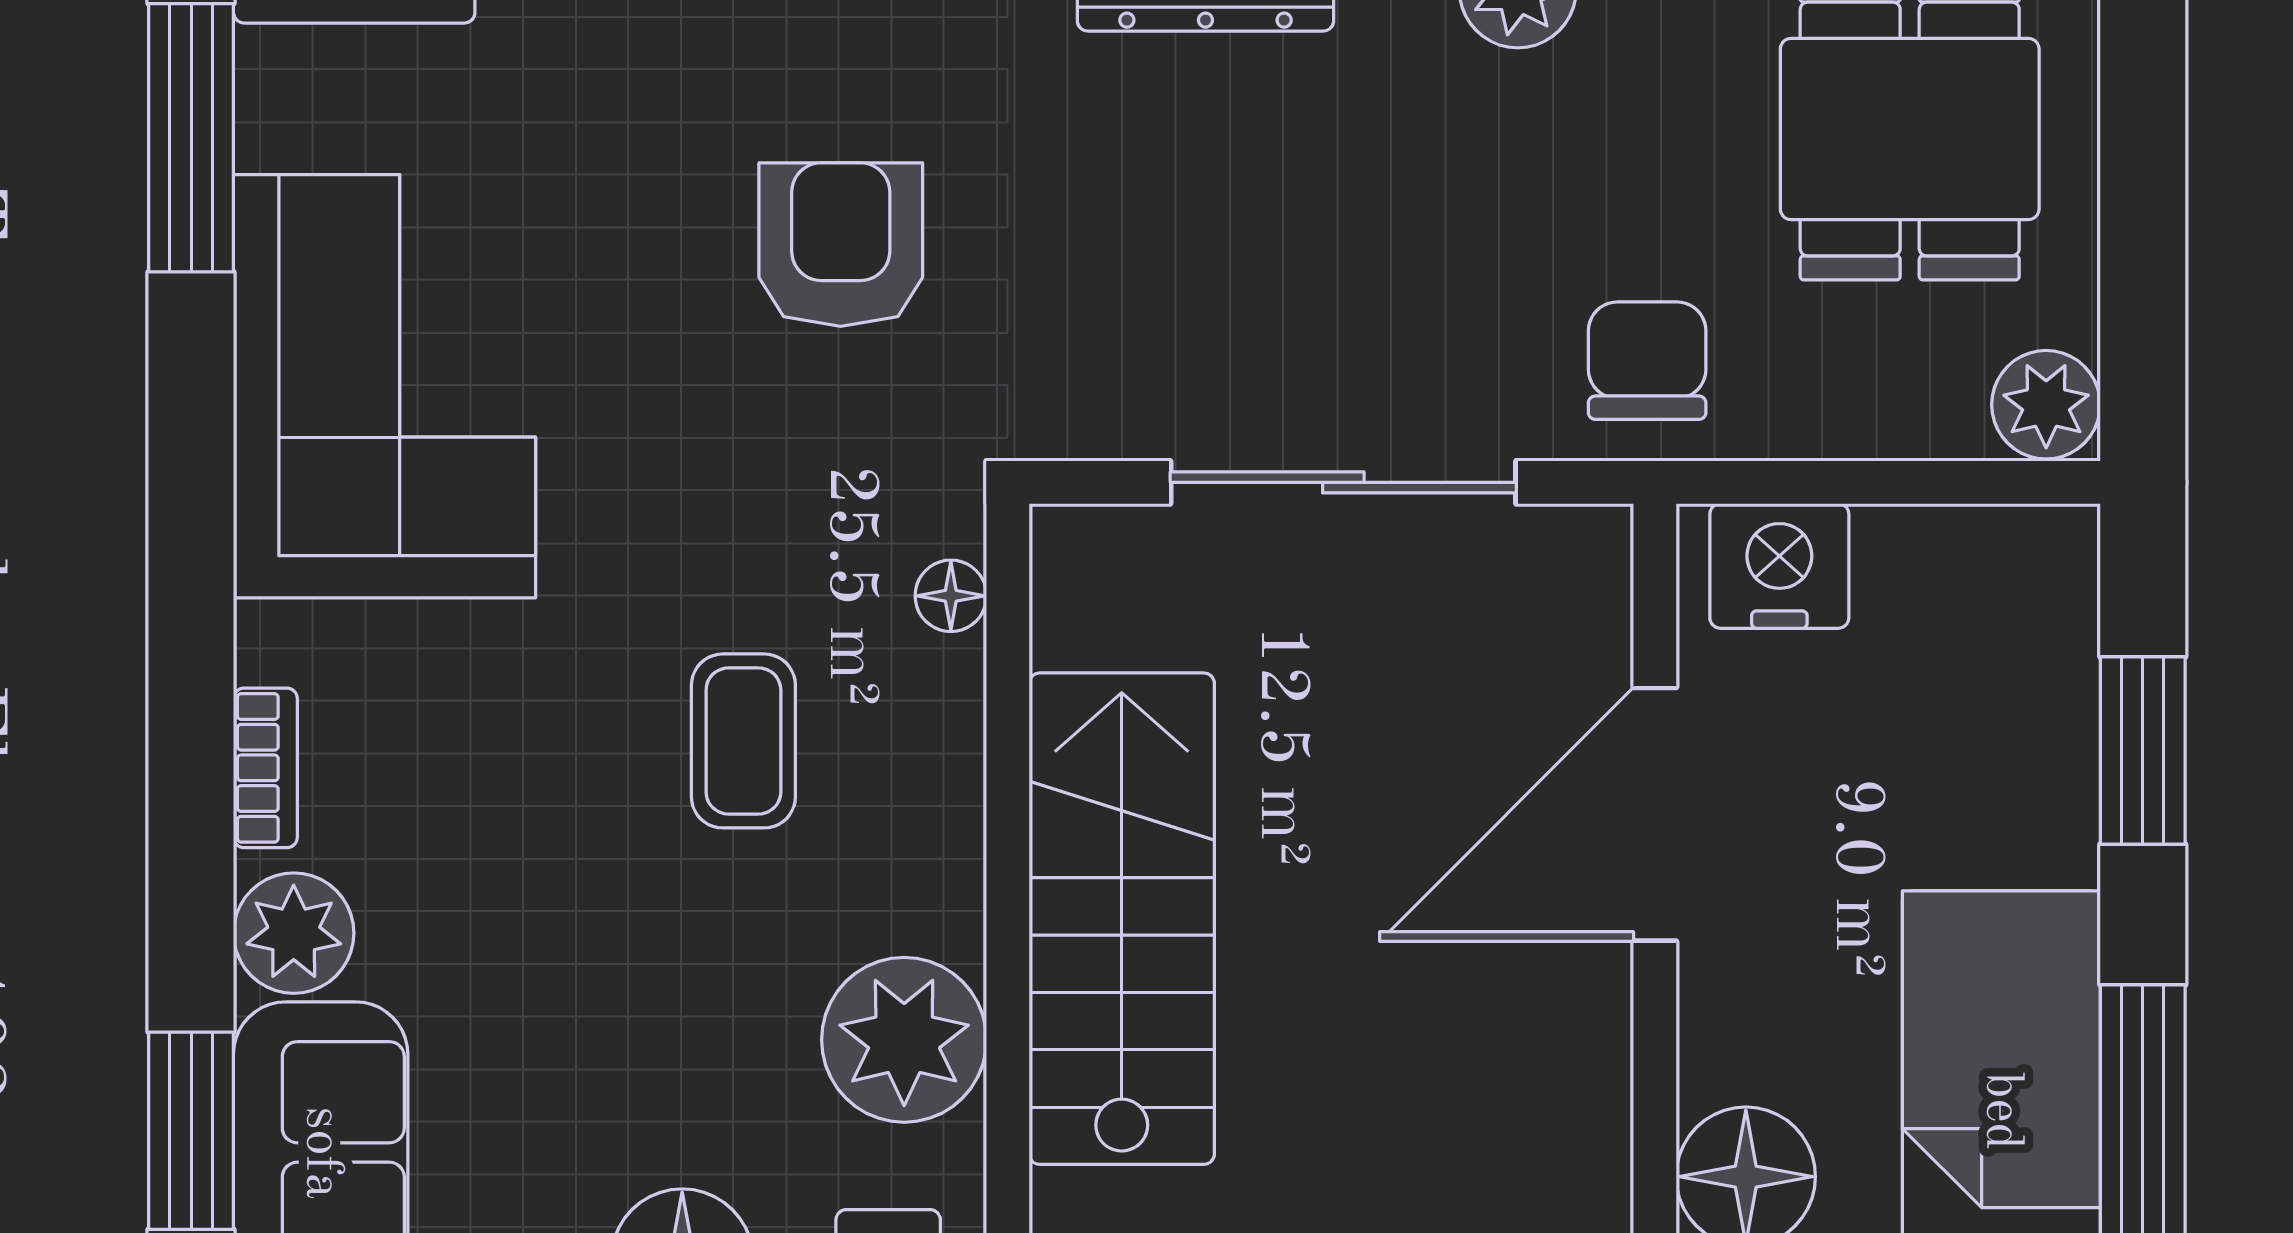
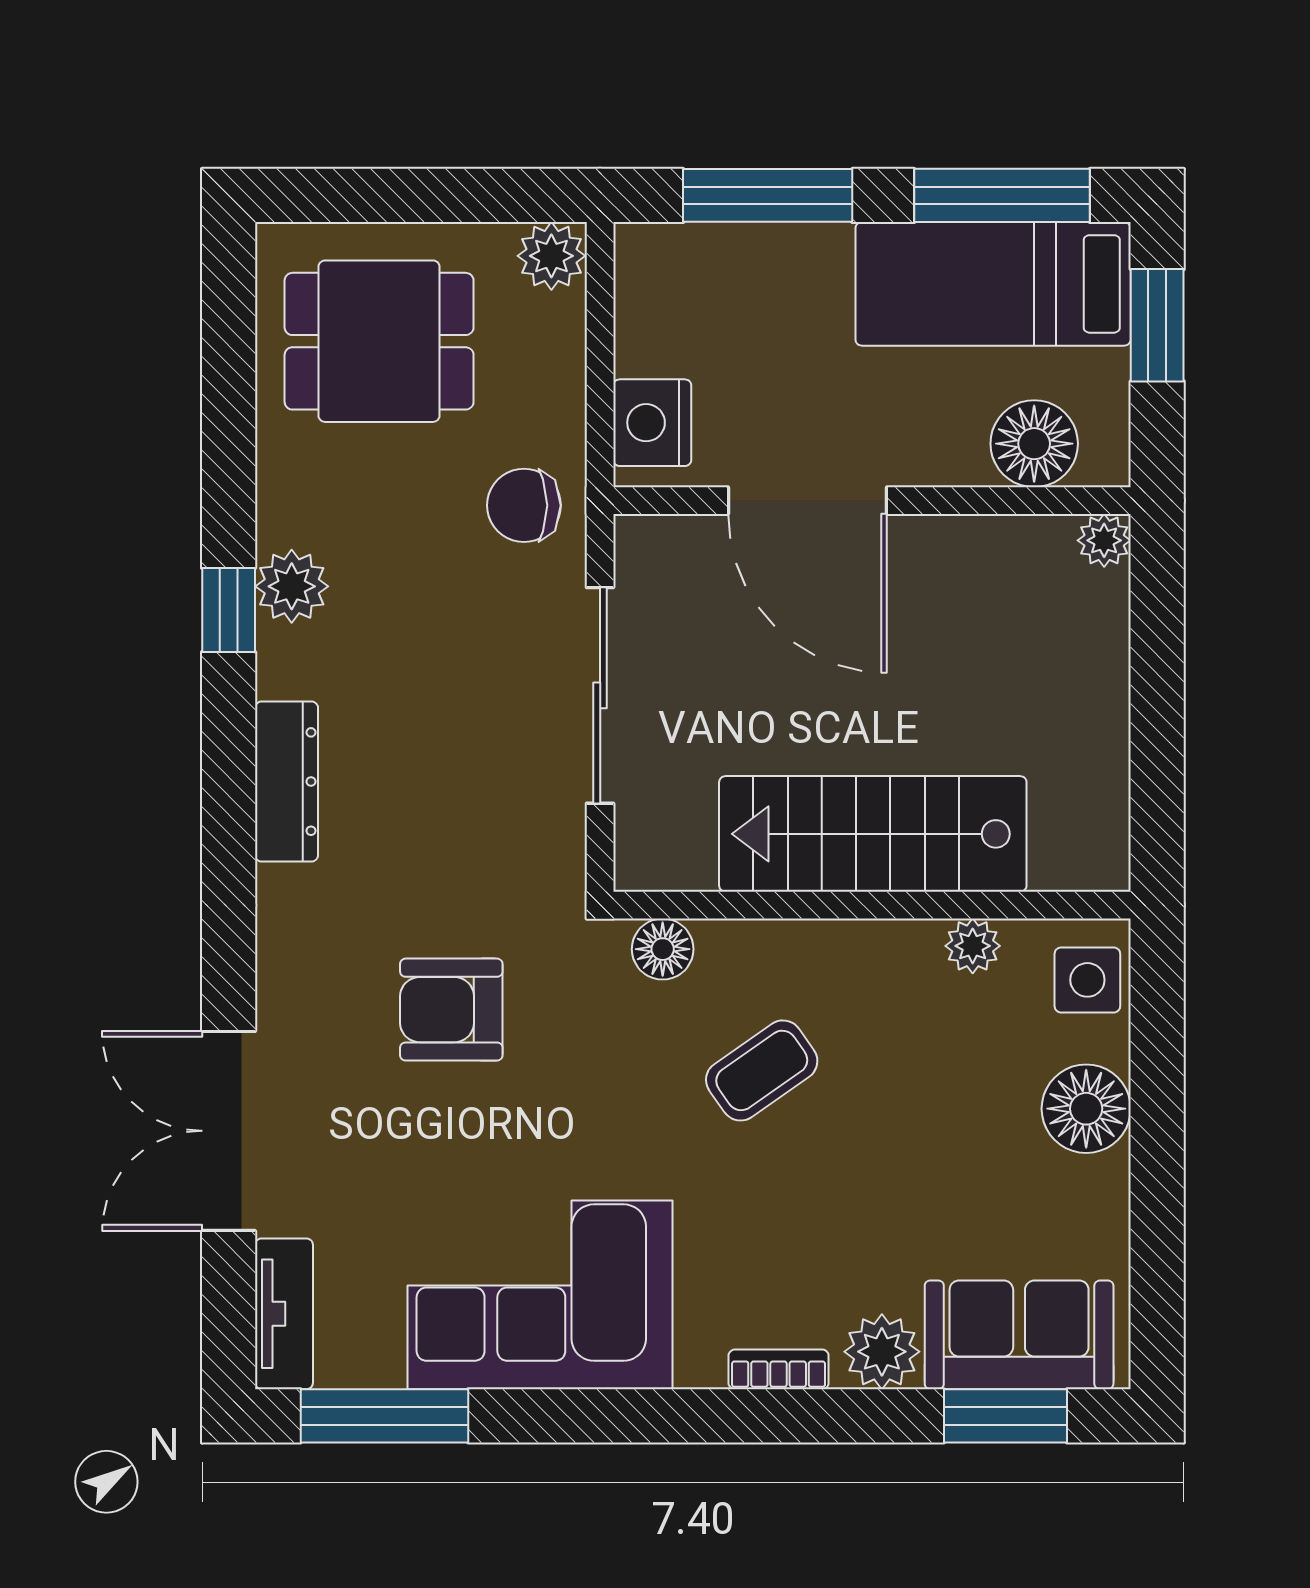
floor lamp: (951, 596) -> (663, 949), width x1.37, depth x1.37
coffee table: (743, 741) -> (762, 1070), turned -35
window: (2143, 751) -> (768, 195), width x1.44
plant: (904, 1040) -> (973, 946), width x0.53, depth x0.53

